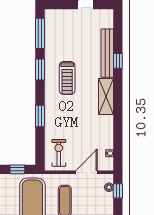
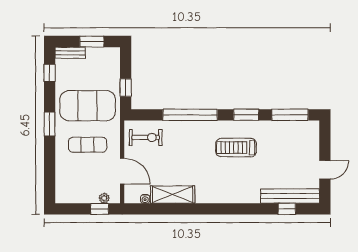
bench: (107, 53) -> (290, 196), moved
window: (118, 61) -> (287, 209), moved
shelving: (106, 97) -> (173, 195), moved
window: (40, 116) -> (190, 115), width x2.11

